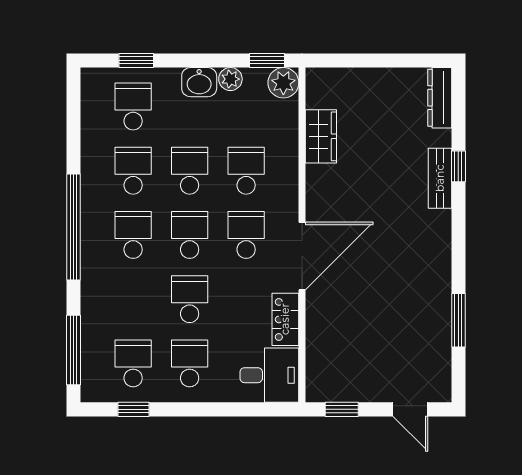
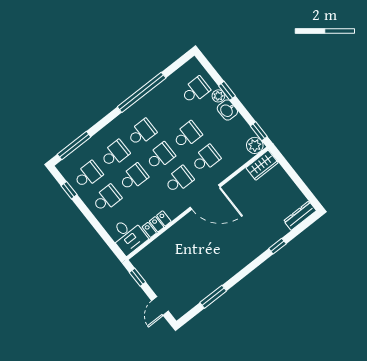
window: (136, 60) -> (227, 91), moved
plant: (230, 79) -> (218, 96), moved
wardrobe: (321, 136) -> (262, 165), moved
school desk: (133, 171) -> (115, 154), moved
bench: (440, 178) -> (266, 242), removed
window: (73, 227) -> (142, 92), moved
door: (302, 256) -> (205, 197), moved

